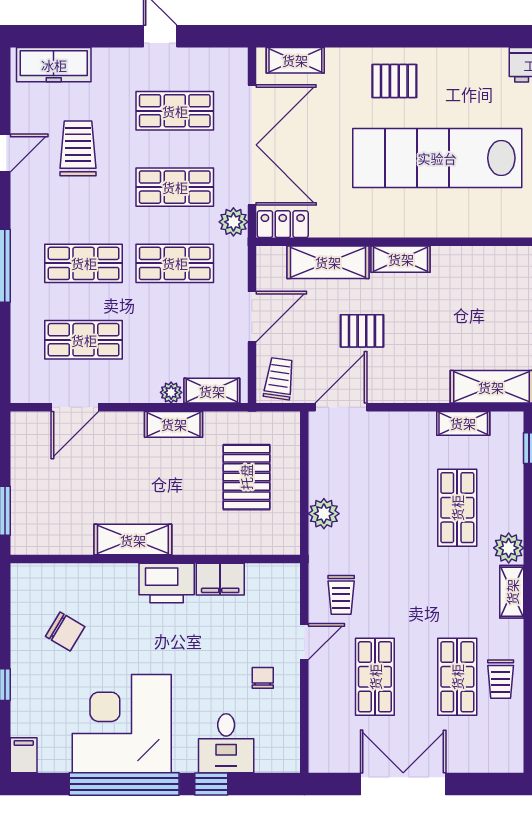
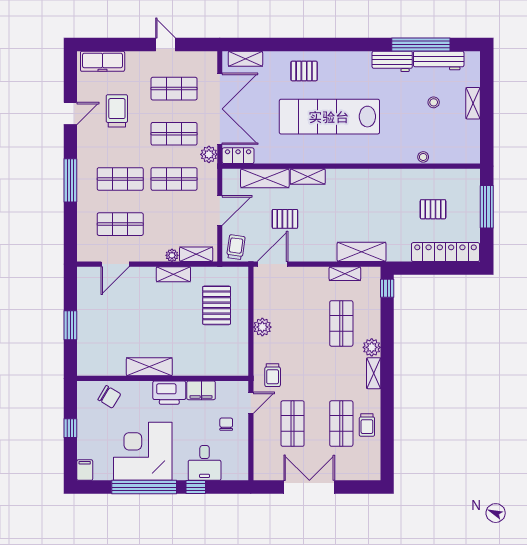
shelving: (133, 540) -> (149, 367), moved
wall: (155, 559) -> (163, 378), moved
filing cabinet: (220, 579) -> (201, 390), moved
printer: (167, 583) -> (169, 393), moved

